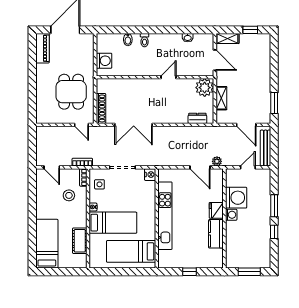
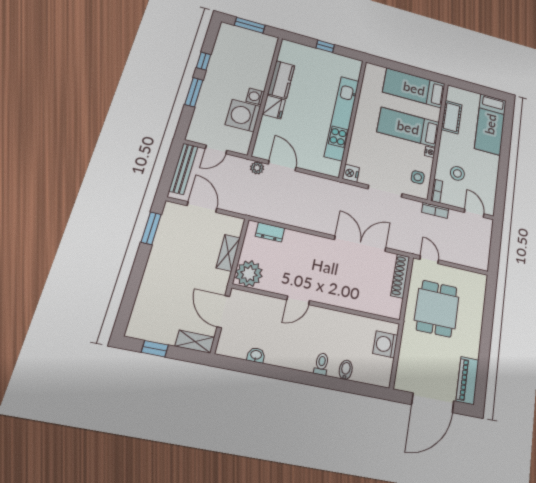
bed: (131, 251) -> (414, 88), moved, turned 180

